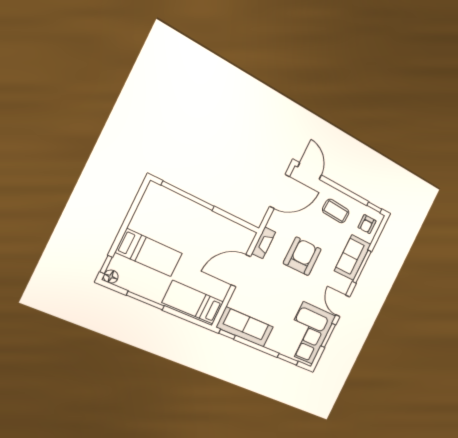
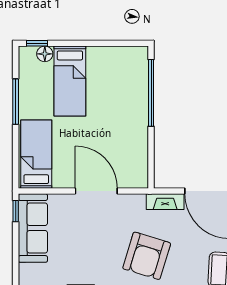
fireplace: (264, 243) -> (165, 202), moved
armchair: (302, 256) -> (147, 256), turned 107
floor lamp: (111, 277) -> (45, 54), moved

